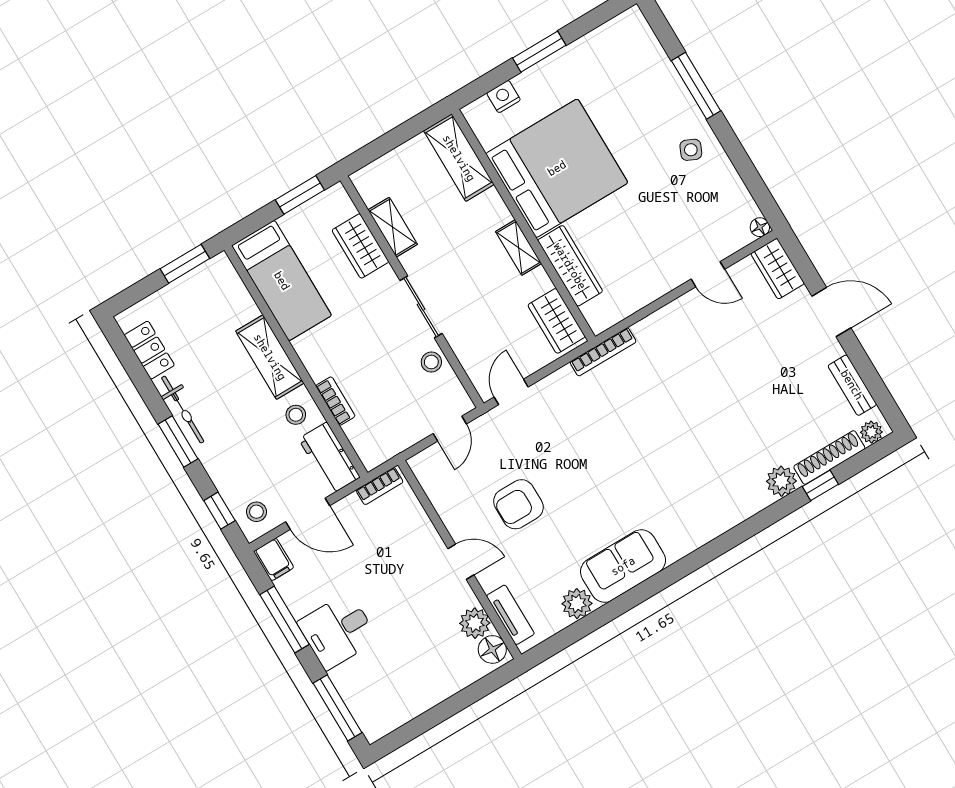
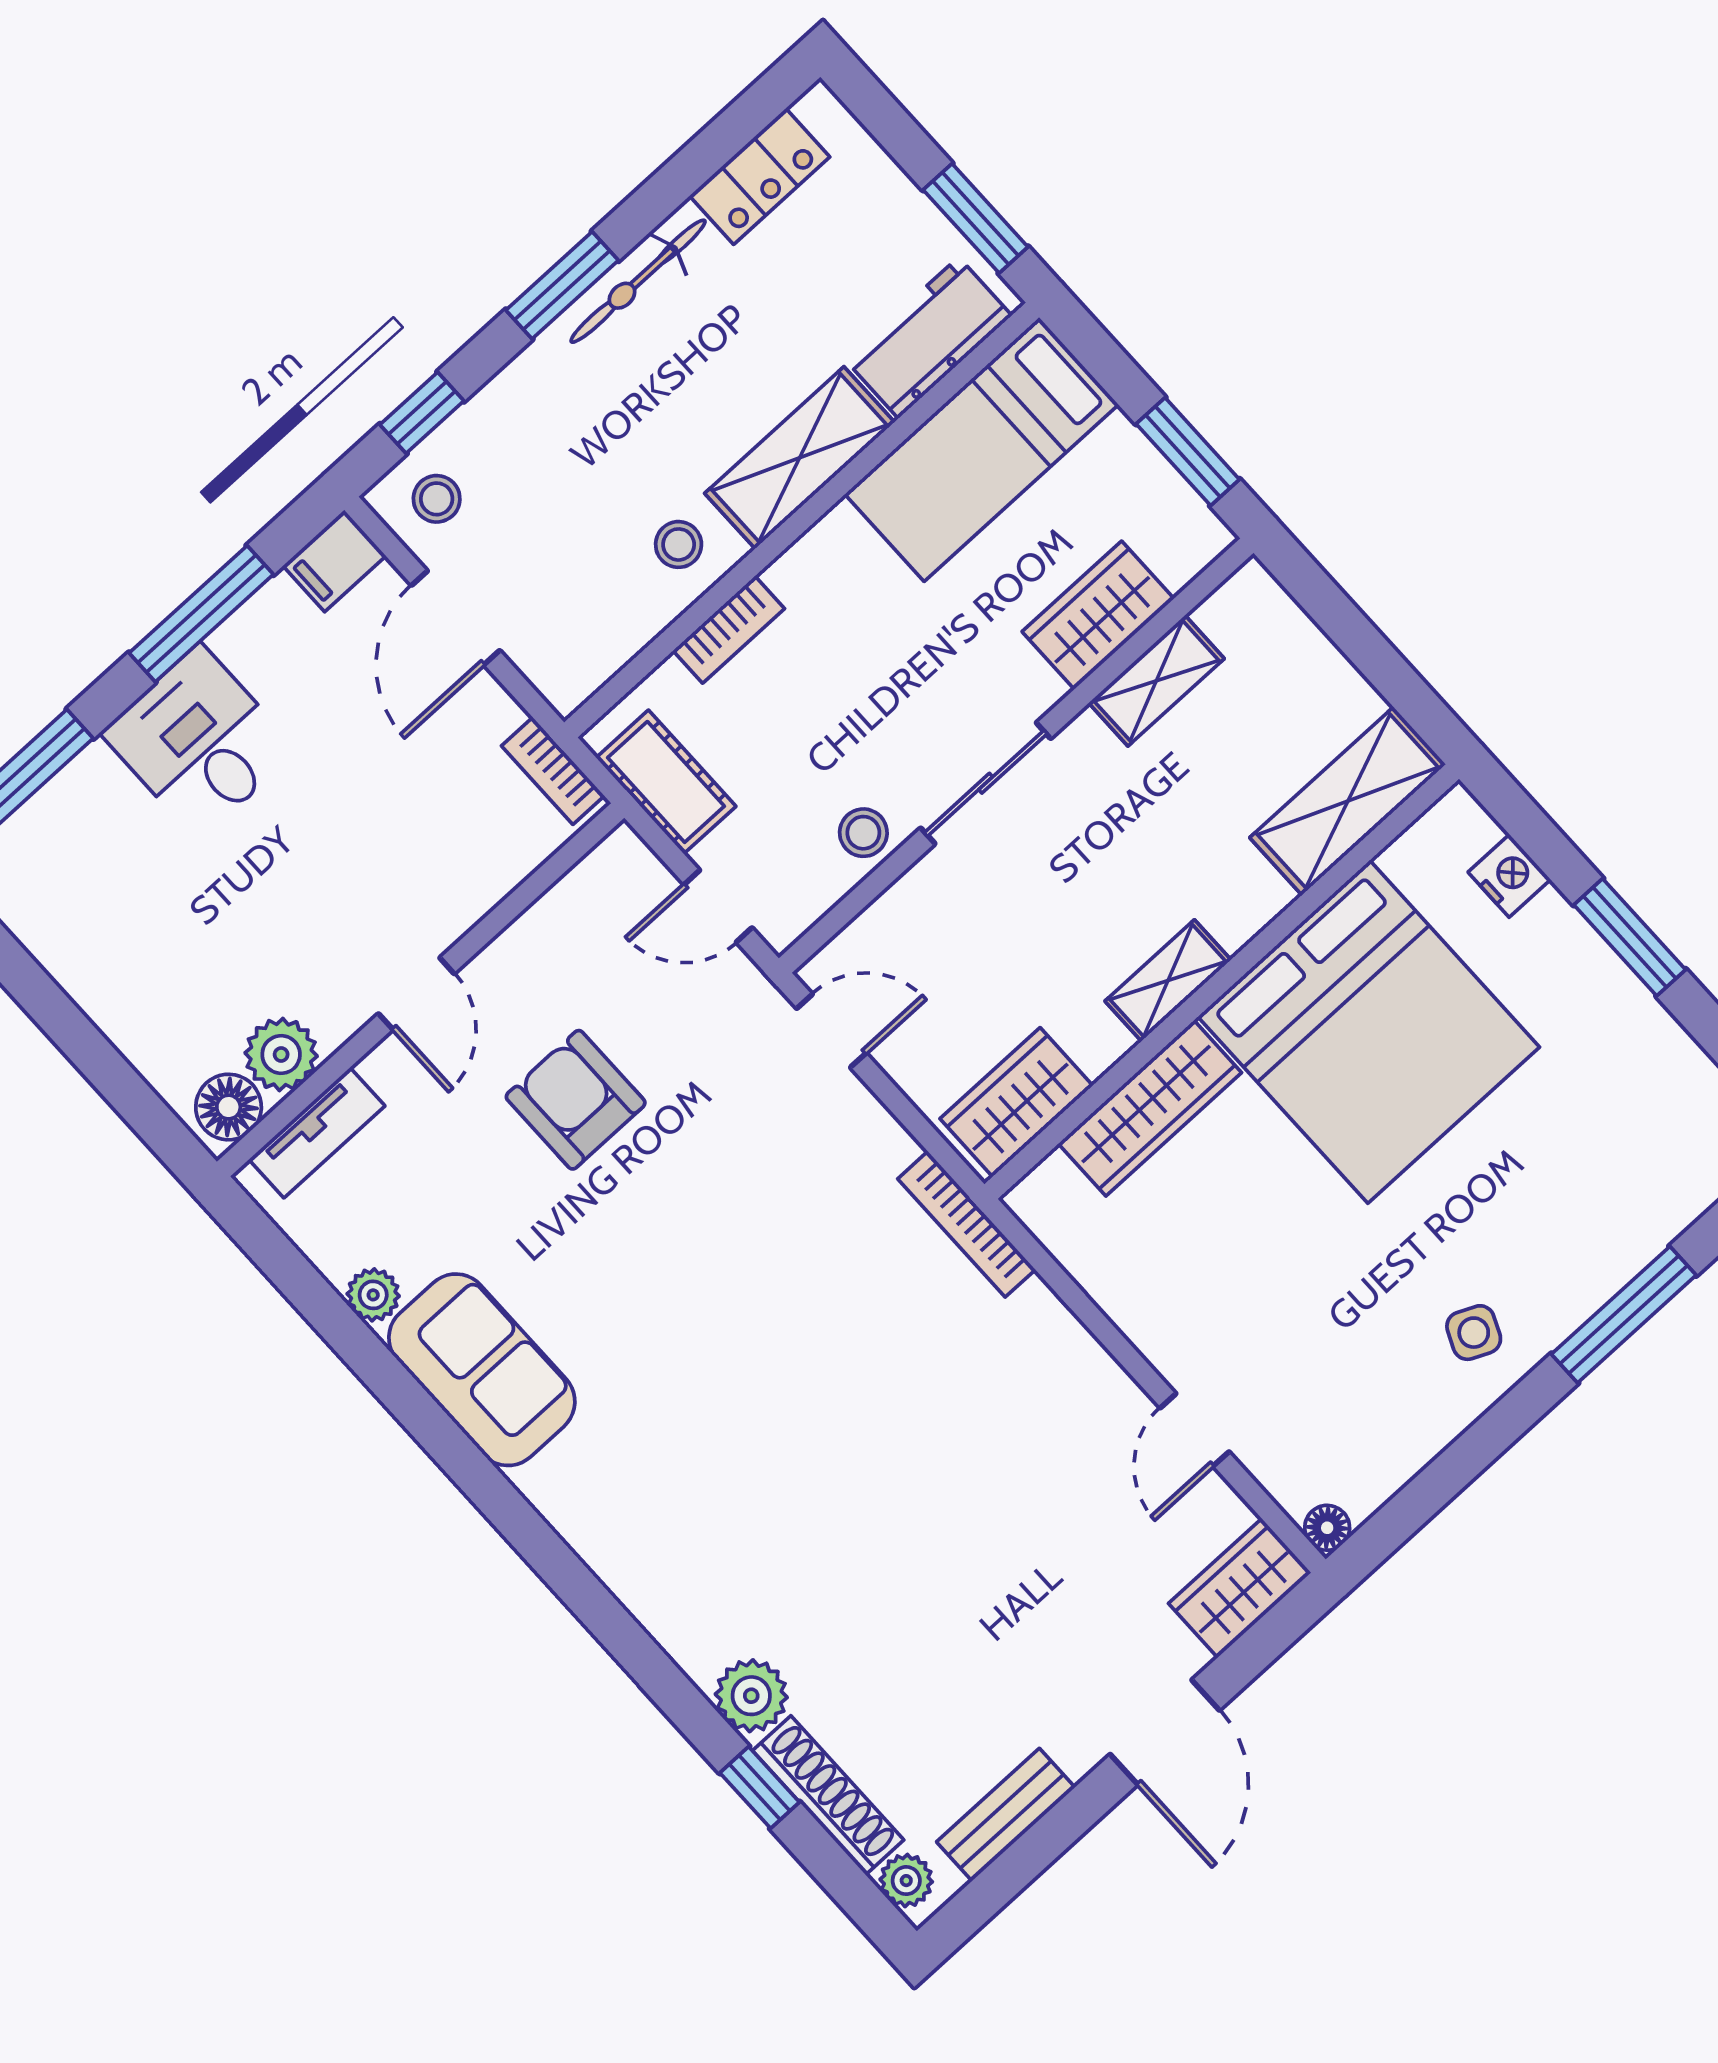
cot: (394, 440) -> (666, 782), added
workbench: (329, 458) -> (929, 338), moved
plant: (577, 604) -> (373, 1295), width x0.73, depth x0.73

